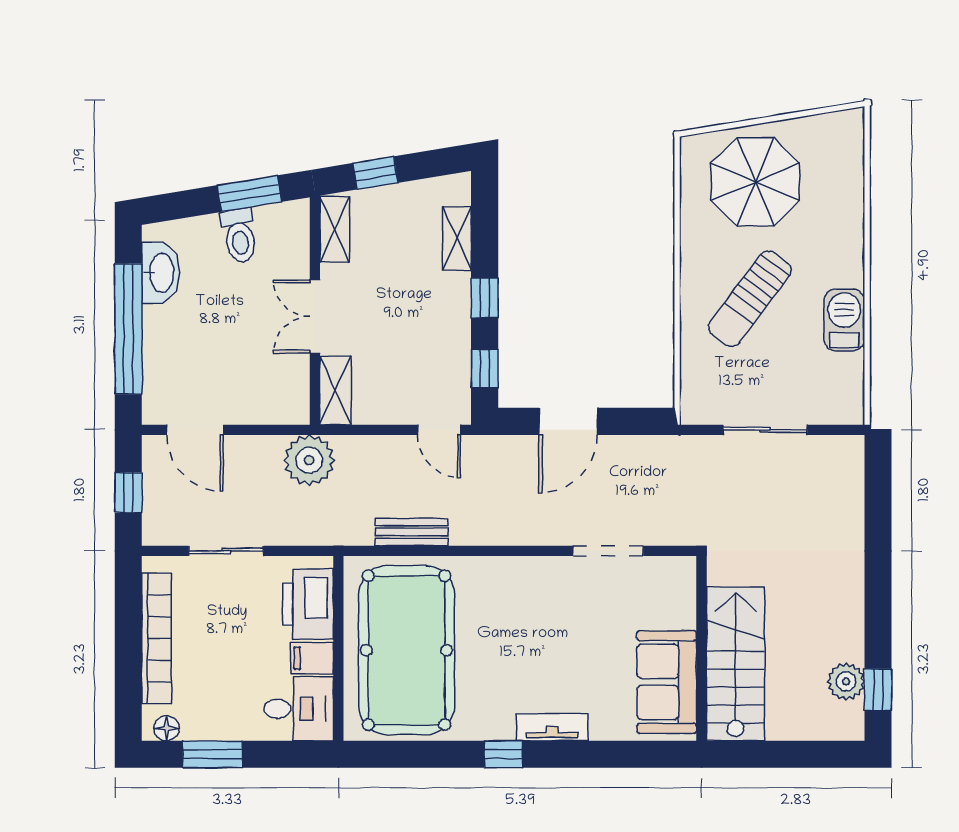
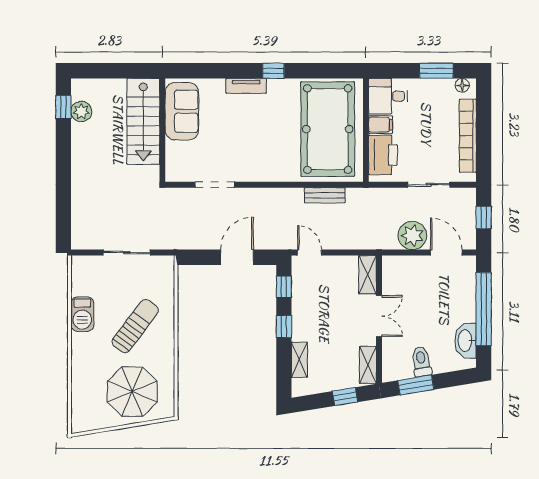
plant: (309, 460) -> (412, 236), moved

